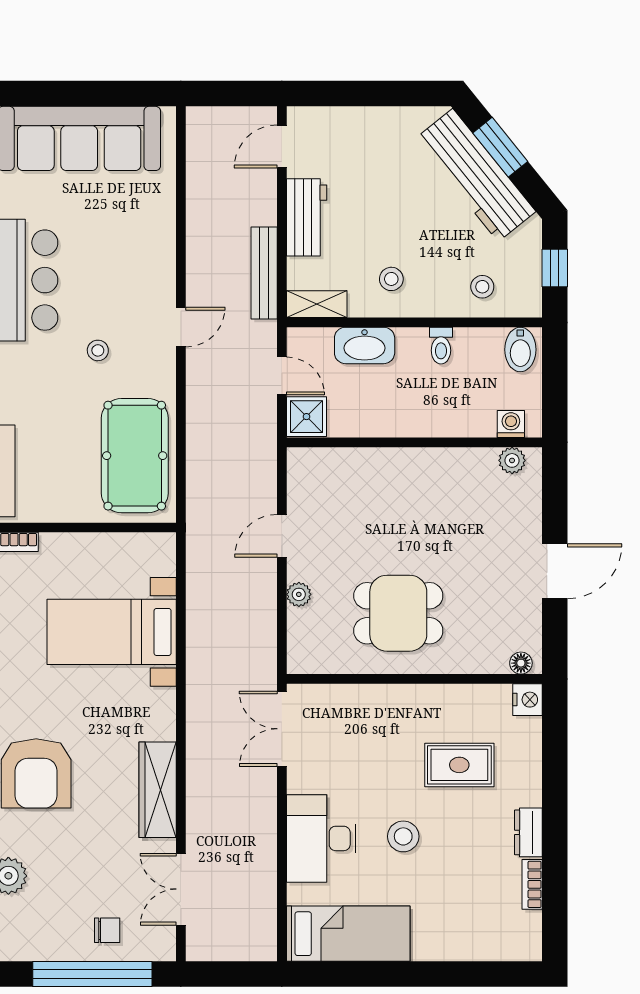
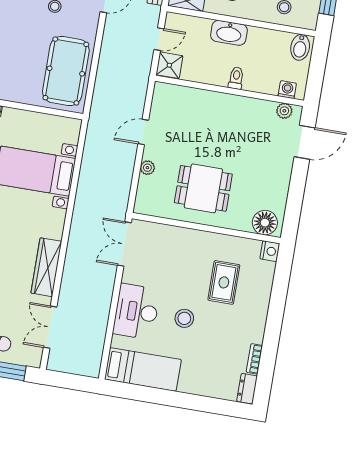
washbasin: (365, 345) -> (229, 33), moved
toilet: (441, 346) -> (236, 78), moved, turned 180
door: (282, 376) -> (159, 39), hinge flipped
door: (555, 571) -> (305, 142), moved
floor lamp: (521, 663) -> (265, 223), width x1.89, depth x1.89
rug: (459, 765) -> (224, 282), turned 90
dresser: (528, 832) -> (247, 389), moved

